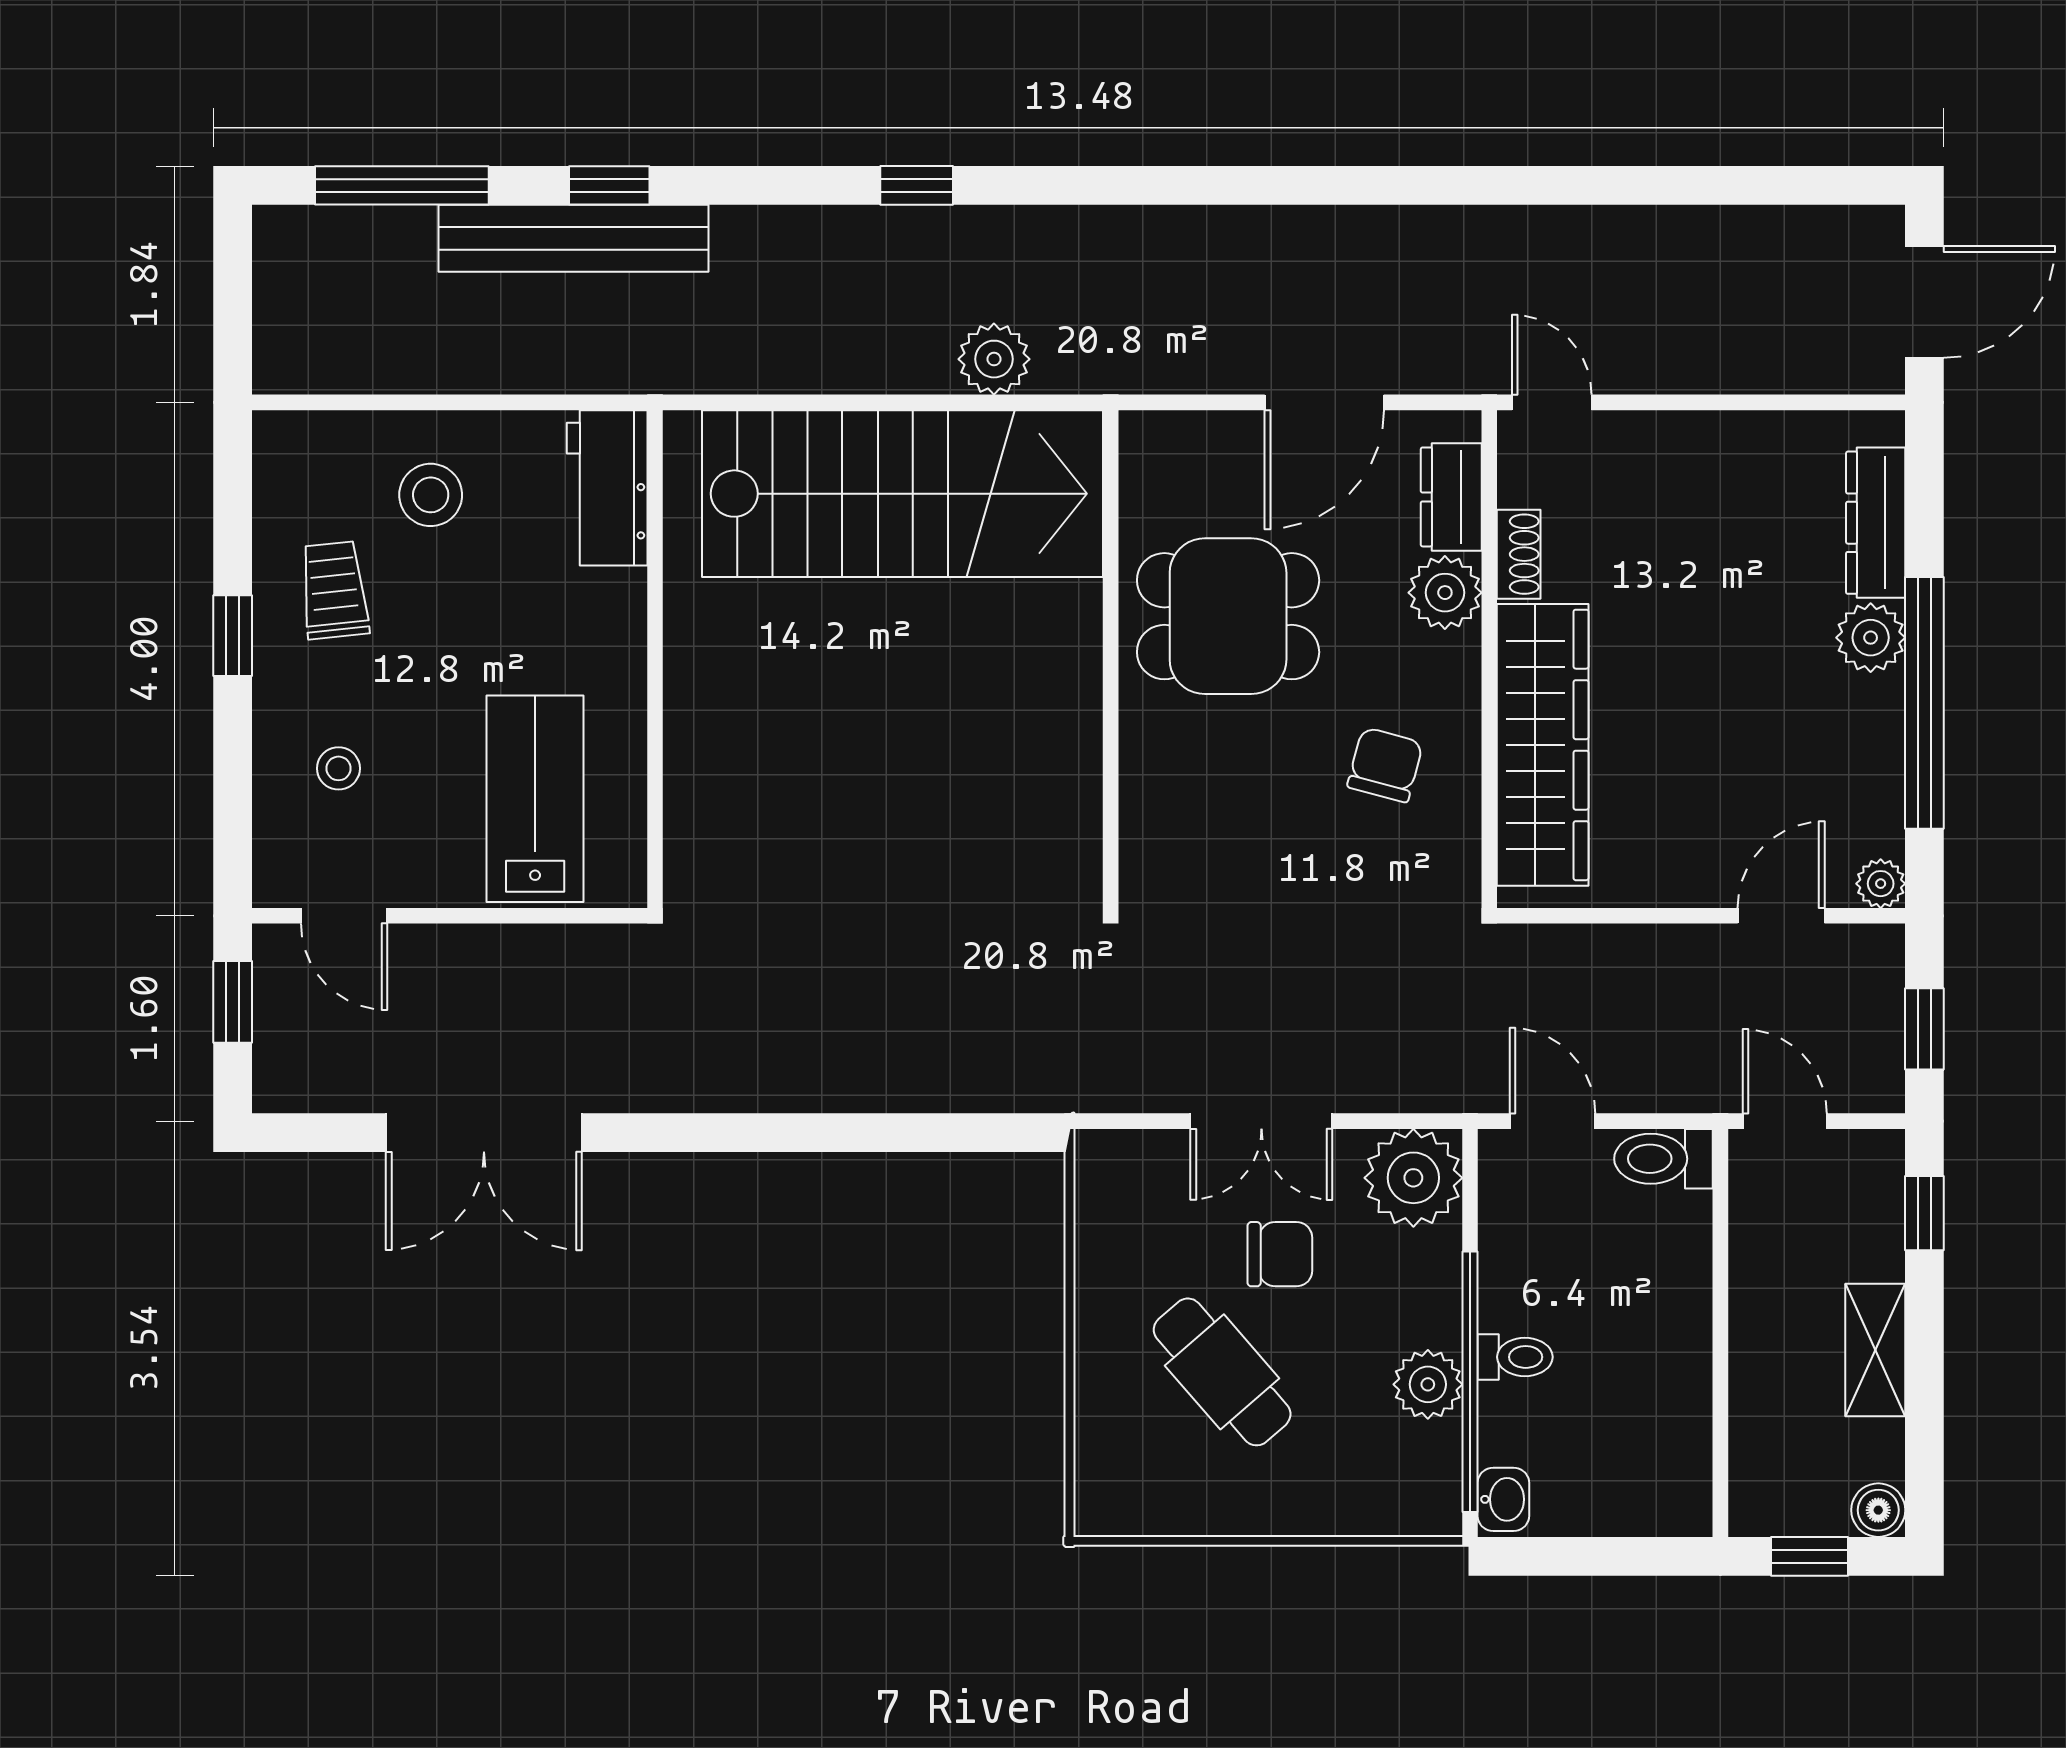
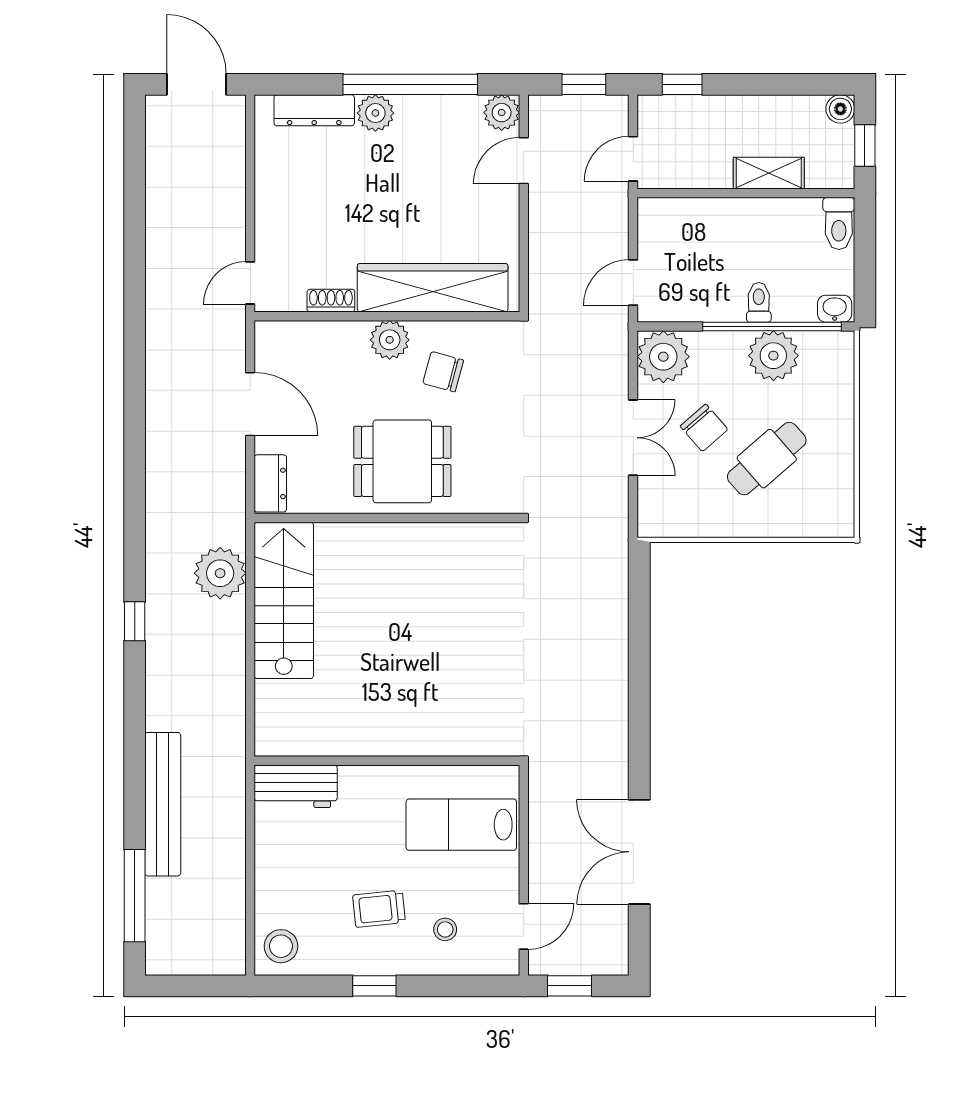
window: (609, 185) -> (135, 785), removed
plant: (994, 359) -> (220, 573), width x1.36, depth x1.36
stairs: (903, 494) -> (284, 600), width x0.73, depth x0.66
stool: (431, 495) -> (281, 946), moved
dresser: (1451, 497) -> (270, 483), moved, turned -90
trolley: (334, 590) -> (379, 909), moved
plant: (1445, 593) -> (390, 340), moved
dining table: (1228, 616) -> (402, 461), moved, turned 90
plant: (1881, 884) -> (502, 113), width x1.38, depth x1.38
door: (1781, 916) -> (524, 161), hinge flipped
double door: (484, 1133) -> (639, 852), swing flipped
toilet: (1663, 1159) -> (839, 223), moved
chair: (1280, 1254) -> (704, 428), turned 139
shelving: (1875, 1350) -> (769, 173), moved
plant: (1428, 1384) -> (773, 356), width x1.36, depth x1.36

